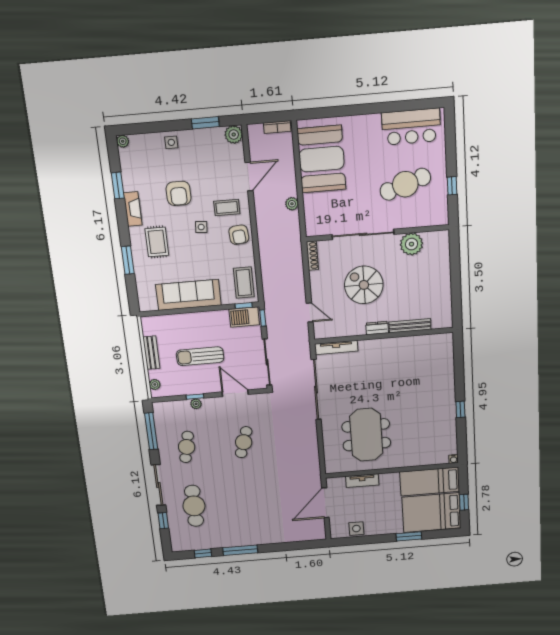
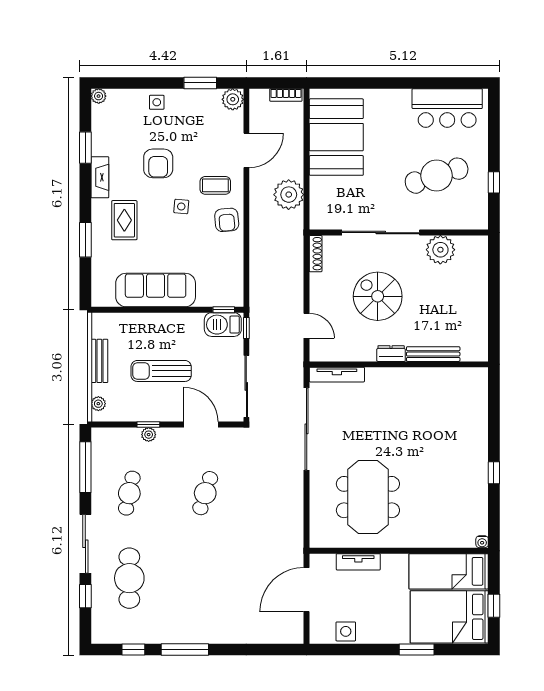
plant: (292, 204) -> (289, 195), width x1.87, depth x1.87
coffee table: (244, 283) -> (227, 280), removed

